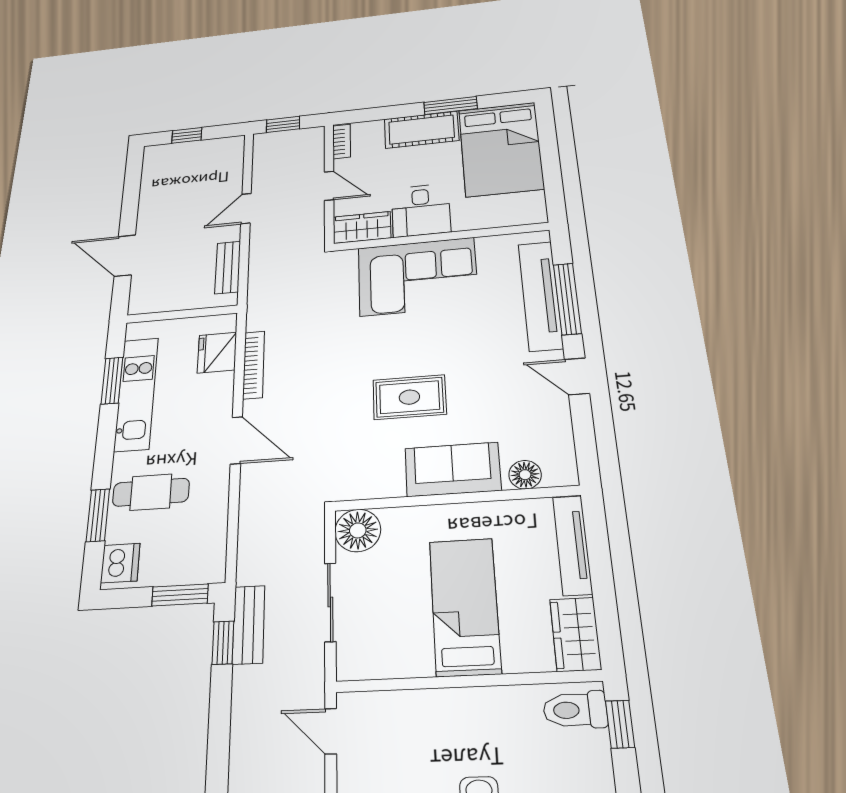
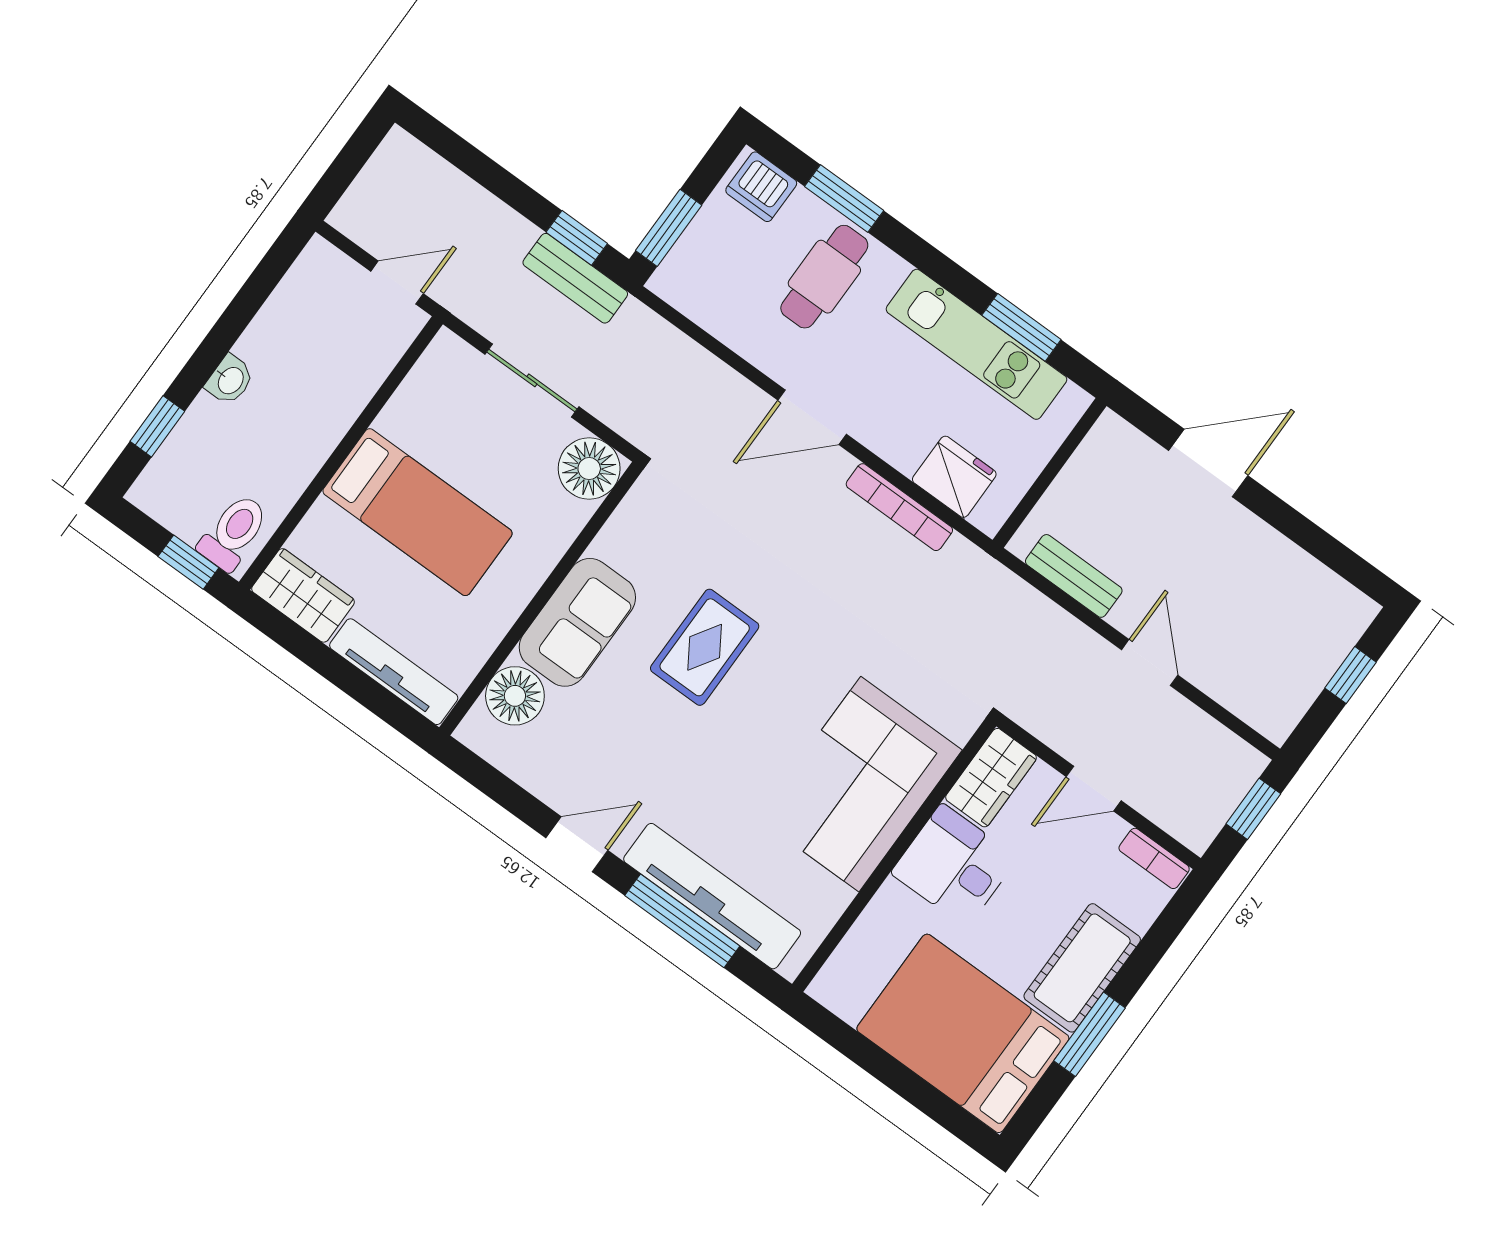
floor lamp: (525, 475) -> (515, 696), width x1.38, depth x1.38

